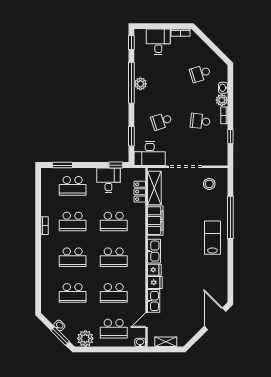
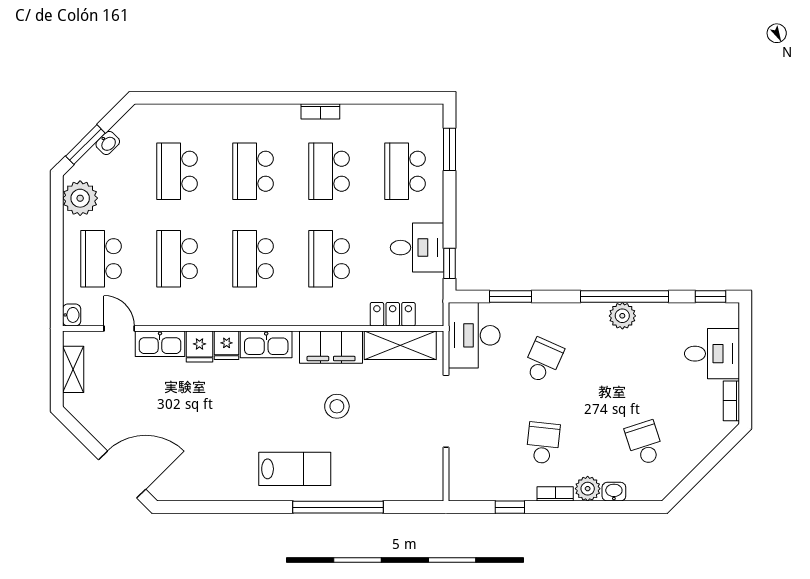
school desk: (162, 121) -> (543, 361), turned 42
stool: (209, 184) -> (337, 406), moved

